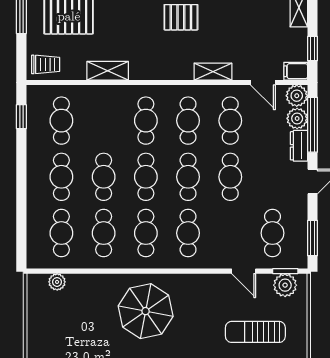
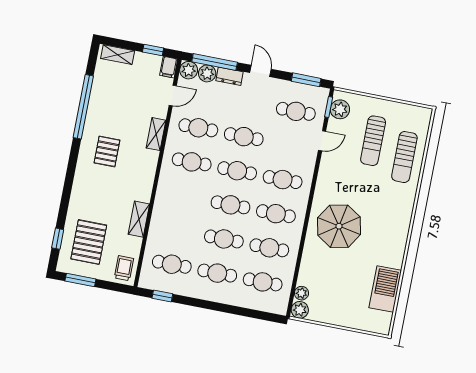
cafe table: (146, 121) -> (185, 196), removed
plant: (37, 284) -> (300, 310), added

